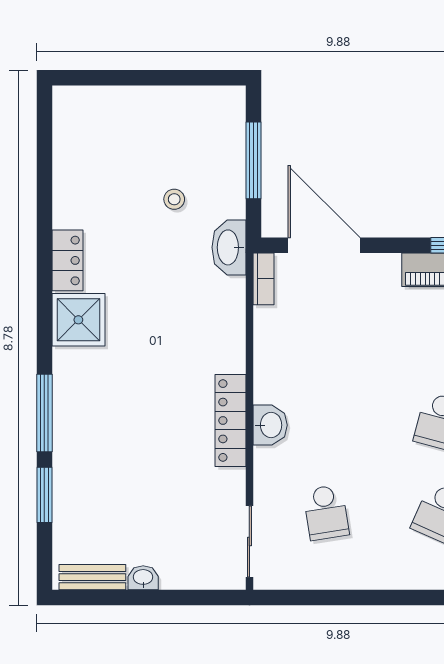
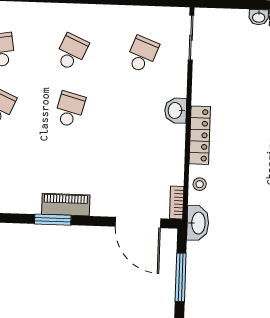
stool: (174, 199) -> (200, 184), moved
locker: (231, 420) -> (200, 135), moved
school desk: (326, 512) -> (142, 54), turned 30

